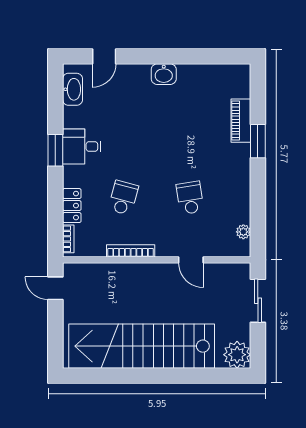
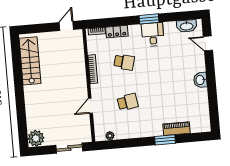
stairs: (142, 346) -> (30, 61), width x0.54, depth x0.66

